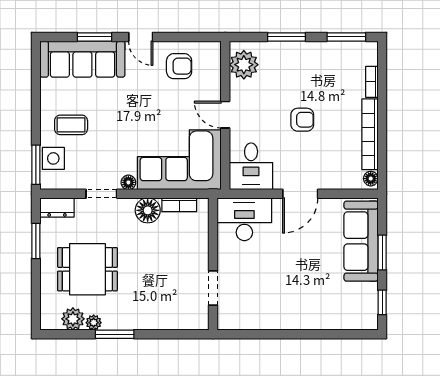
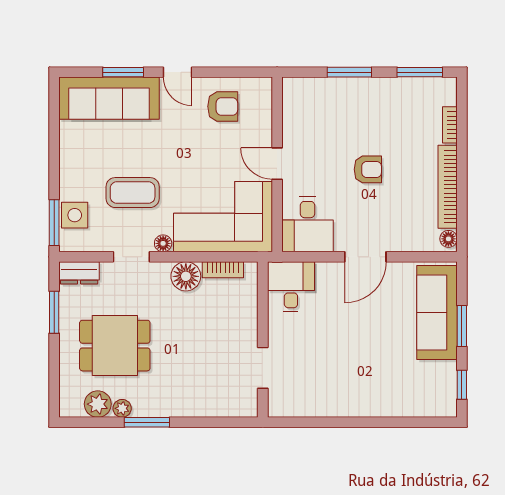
plant: (244, 65) -> (299, 105), removed
coffee table: (71, 125) -> (133, 193), moved, width x1.36, depth x1.30
desk: (244, 219) -> (291, 287), width x0.73

